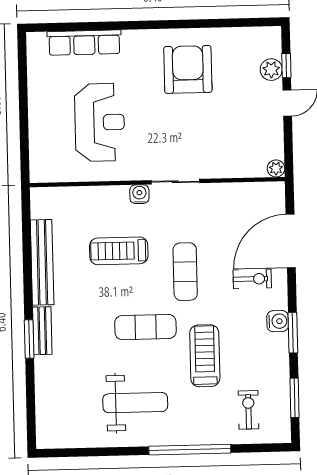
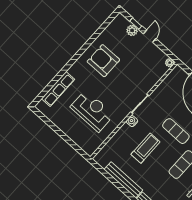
treadmill: (119, 251) -> (146, 148), turned 180

